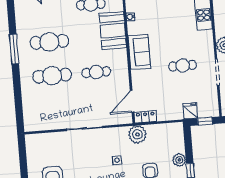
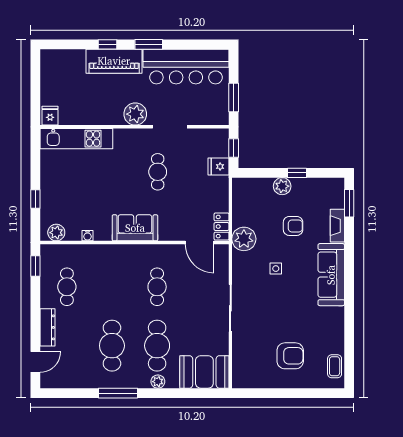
booth: (113, 31) -> (204, 372), moved
plant: (25, 78) -> (158, 382), added

